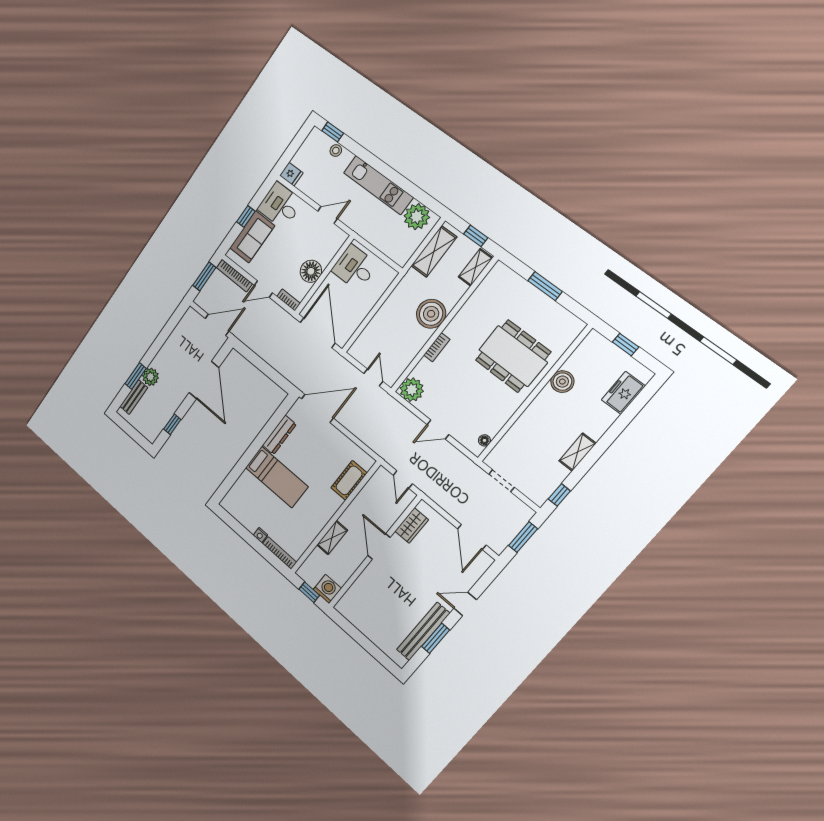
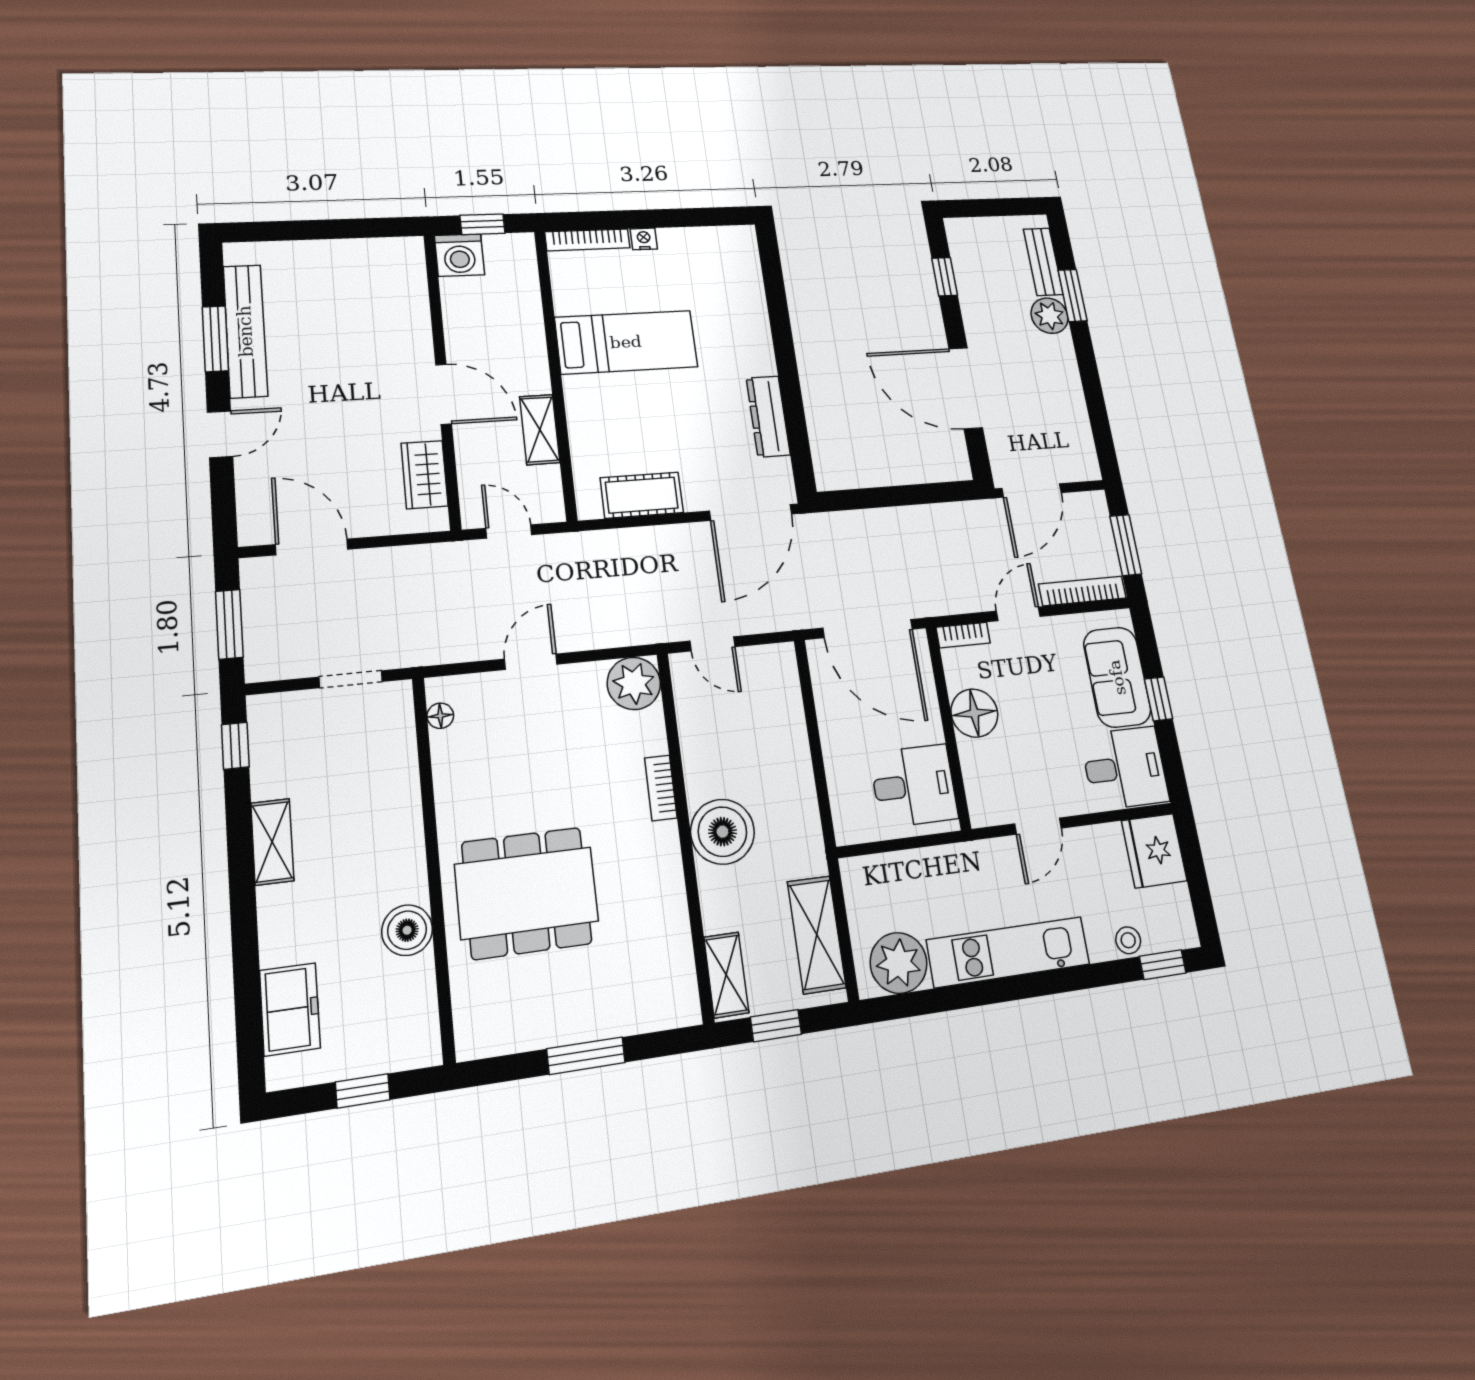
fridge: (291, 174) -> (1154, 851), width x1.88, depth x1.34
bed: (277, 477) -> (626, 342), moved, turned 180
cot: (349, 480) -> (642, 495), moved, turned 90
shelving: (332, 538) -> (540, 430), moved

